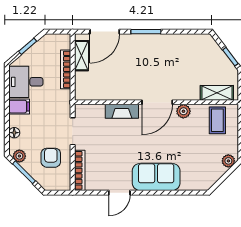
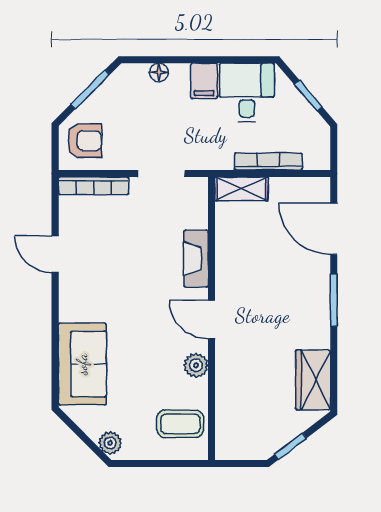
wardrobe: (192, 44) -> (313, 380), added
shelving: (81, 56) -> (241, 189), moved
shelving: (217, 93) -> (228, 423), removed
door: (157, 102) -> (212, 320), width x0.73
plant: (19, 156) -> (119, 81), removed
armchair: (51, 158) -> (85, 141), moved
sofa: (156, 177) -> (82, 364), moved

